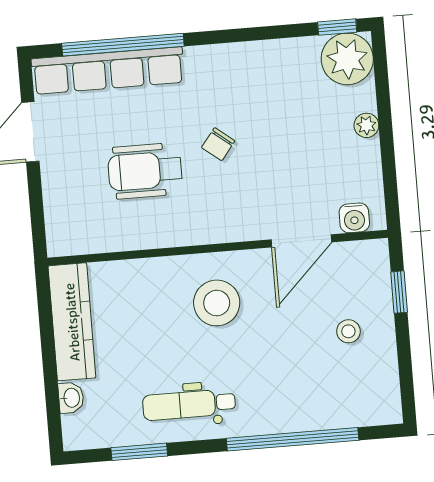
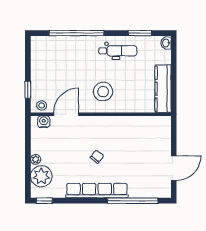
plant: (347, 59) -> (41, 176), moved
row of seats: (108, 71) -> (97, 191), moved
wheelchair: (145, 171) -> (128, 148), removed
stool: (348, 331) -> (42, 105), moved
washbasin: (71, 398) -> (166, 43), moved

